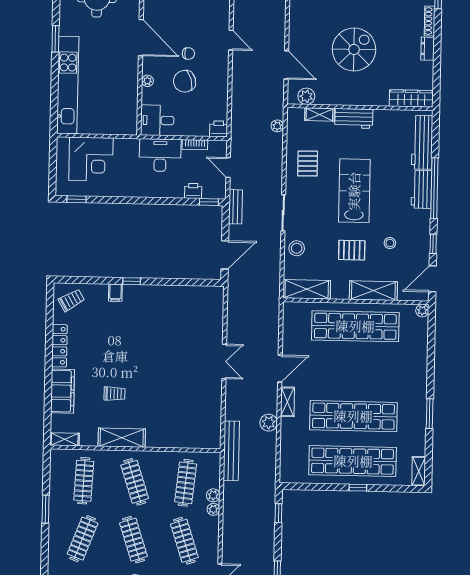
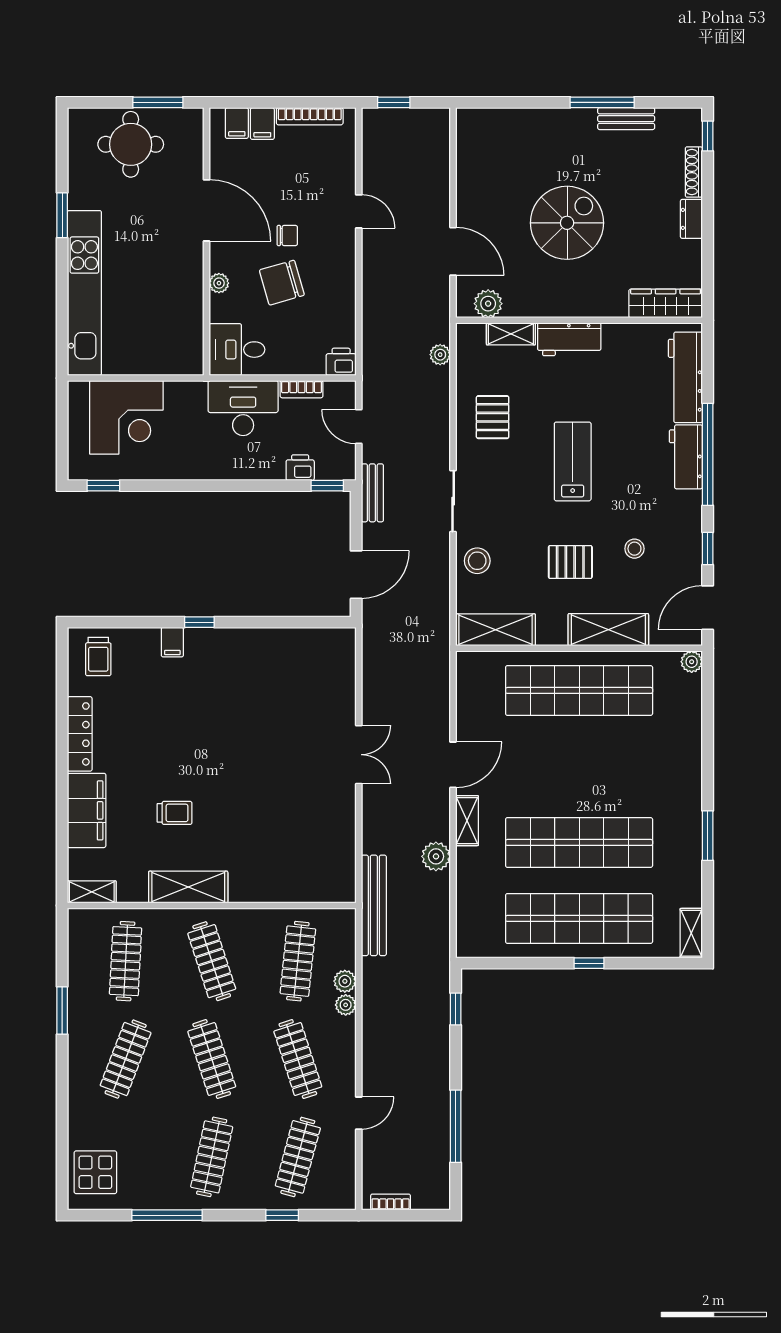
lab bench: (354, 191) -> (573, 461), width x0.73, depth x0.72
trolley: (71, 300) -> (98, 657), turned 120

